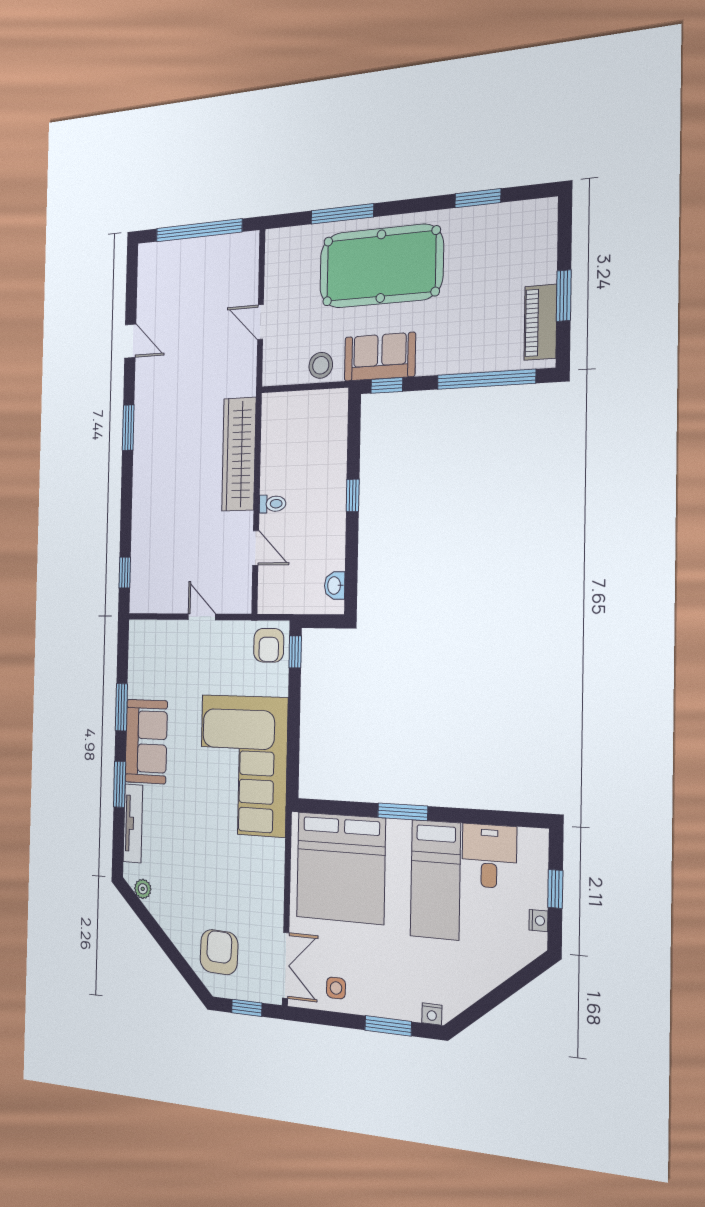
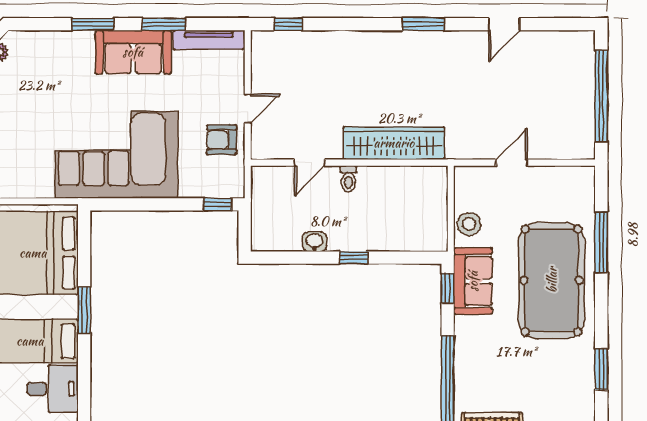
washbasin: (335, 585) -> (315, 242), moved
armchair: (269, 645) -> (222, 140), moved
tv unit: (133, 823) -> (209, 40), moved

